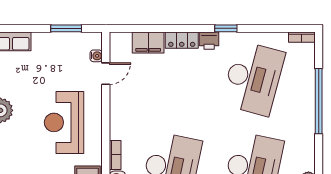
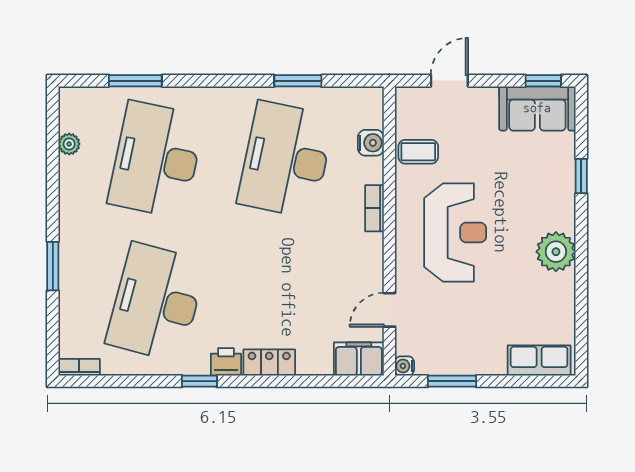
filing cabinet: (148, 42) -> (359, 359), moved
water cooler: (96, 56) -> (404, 366), moved
window: (319, 101) -> (53, 266), width x0.47
bookcase: (115, 155) -> (374, 208), moved

